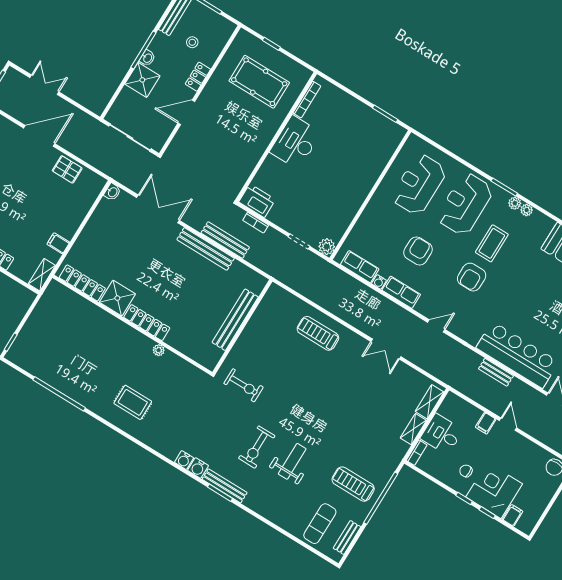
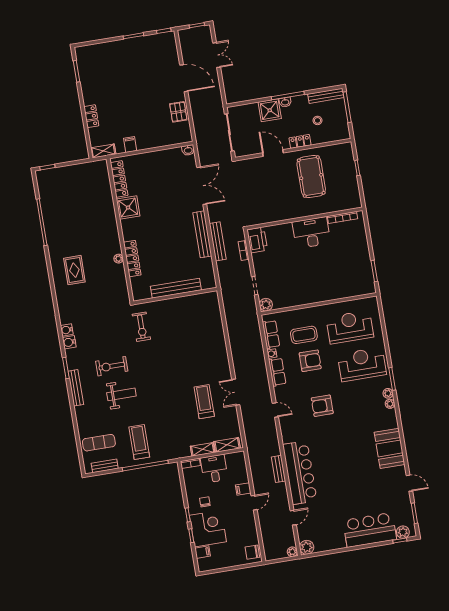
pool table: (259, 82) -> (311, 177), moved
coffee table: (492, 243) -> (304, 335), moved
locker: (147, 323) -> (132, 259), moved
treadmill: (318, 333) -> (204, 402), moved
bench: (225, 486) -> (76, 388), moved

